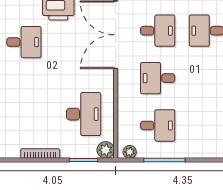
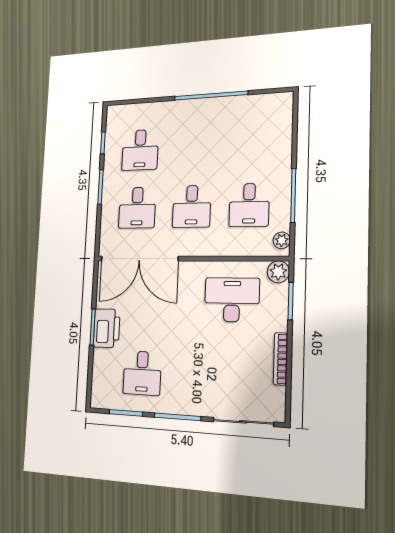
desk: (158, 31) -> (137, 208), turned 180
desk: (24, 42) -> (142, 373), turned 180
desk: (158, 125) -> (249, 205), turned 180

